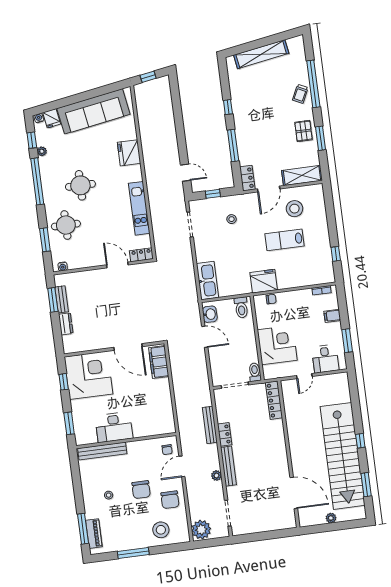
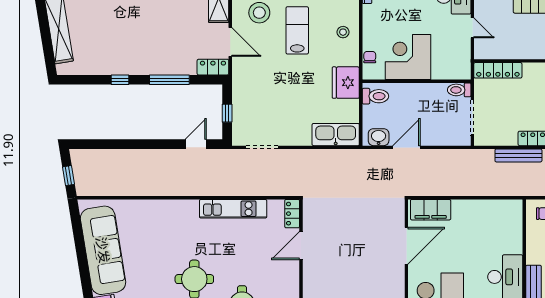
fridge: (129, 153) -> (161, 212), removed
stool: (232, 219) -> (343, 32), moved
lab bench: (285, 240) -> (297, 30), turned 180
fridge: (264, 281) -> (346, 83), moved
corner desk: (277, 345) -> (408, 57), moved

